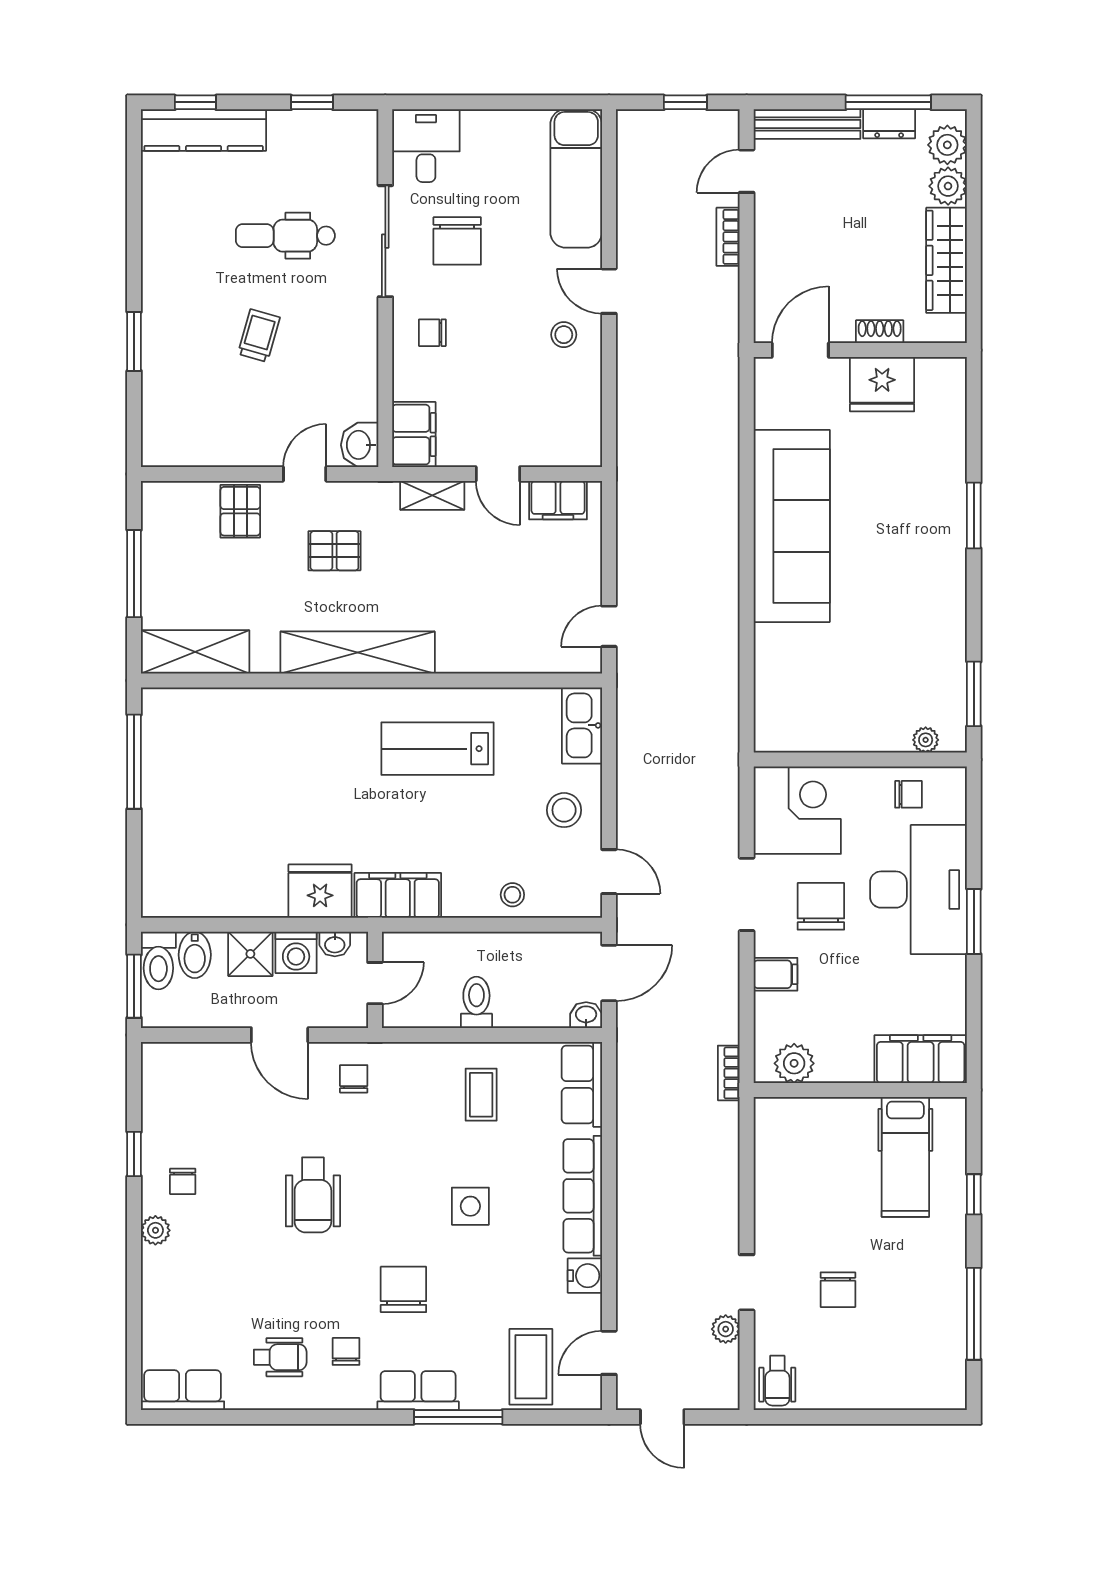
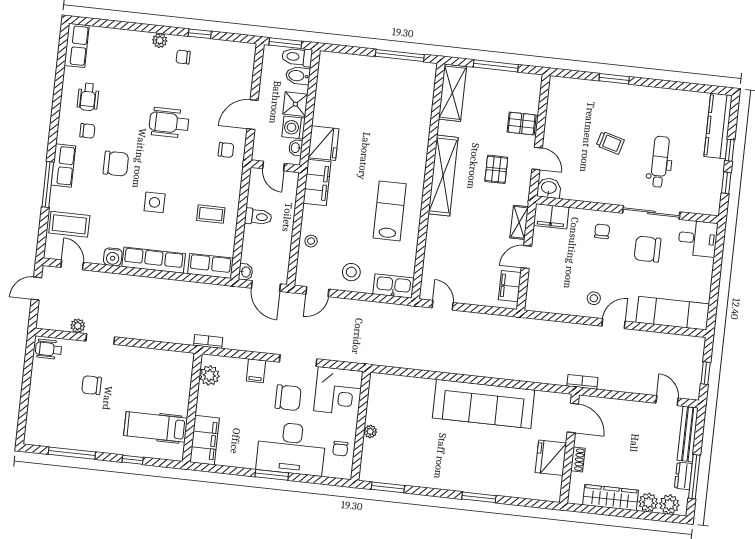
window: (195, 102) -> (730, 150), moved
bookcase: (728, 237) -> (582, 382), moved
plant: (926, 740) -> (370, 431), moved

